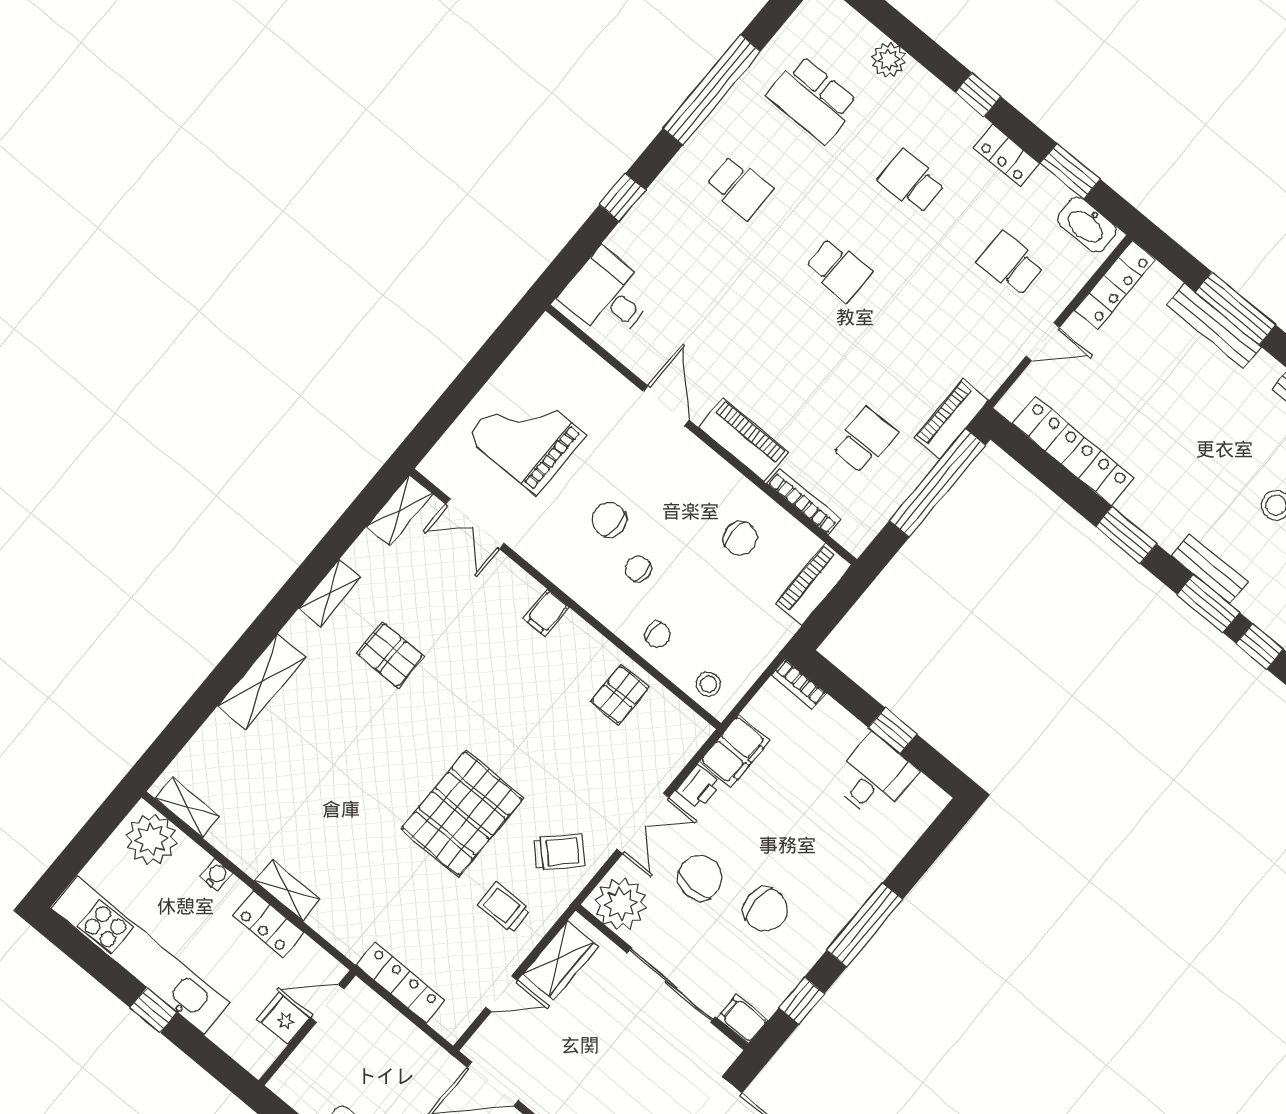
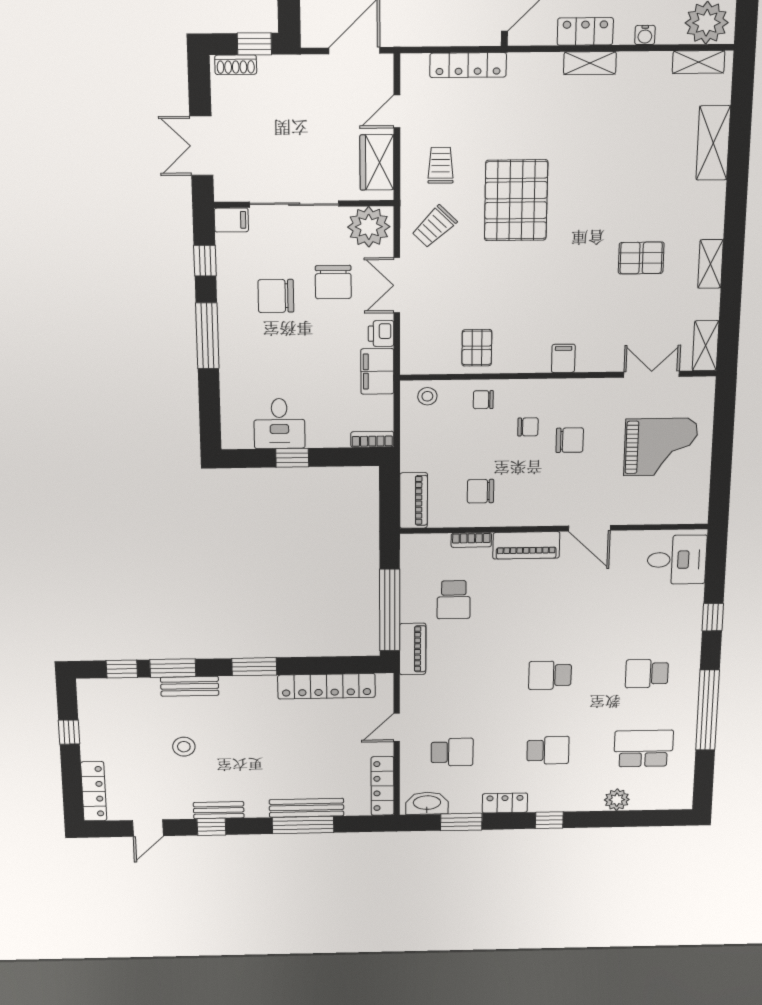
bookcase: (804, 501) -> (471, 540), width x0.64
shelving: (262, 682) -> (713, 143), moved
trolley: (504, 908) -> (441, 165), turned -90

